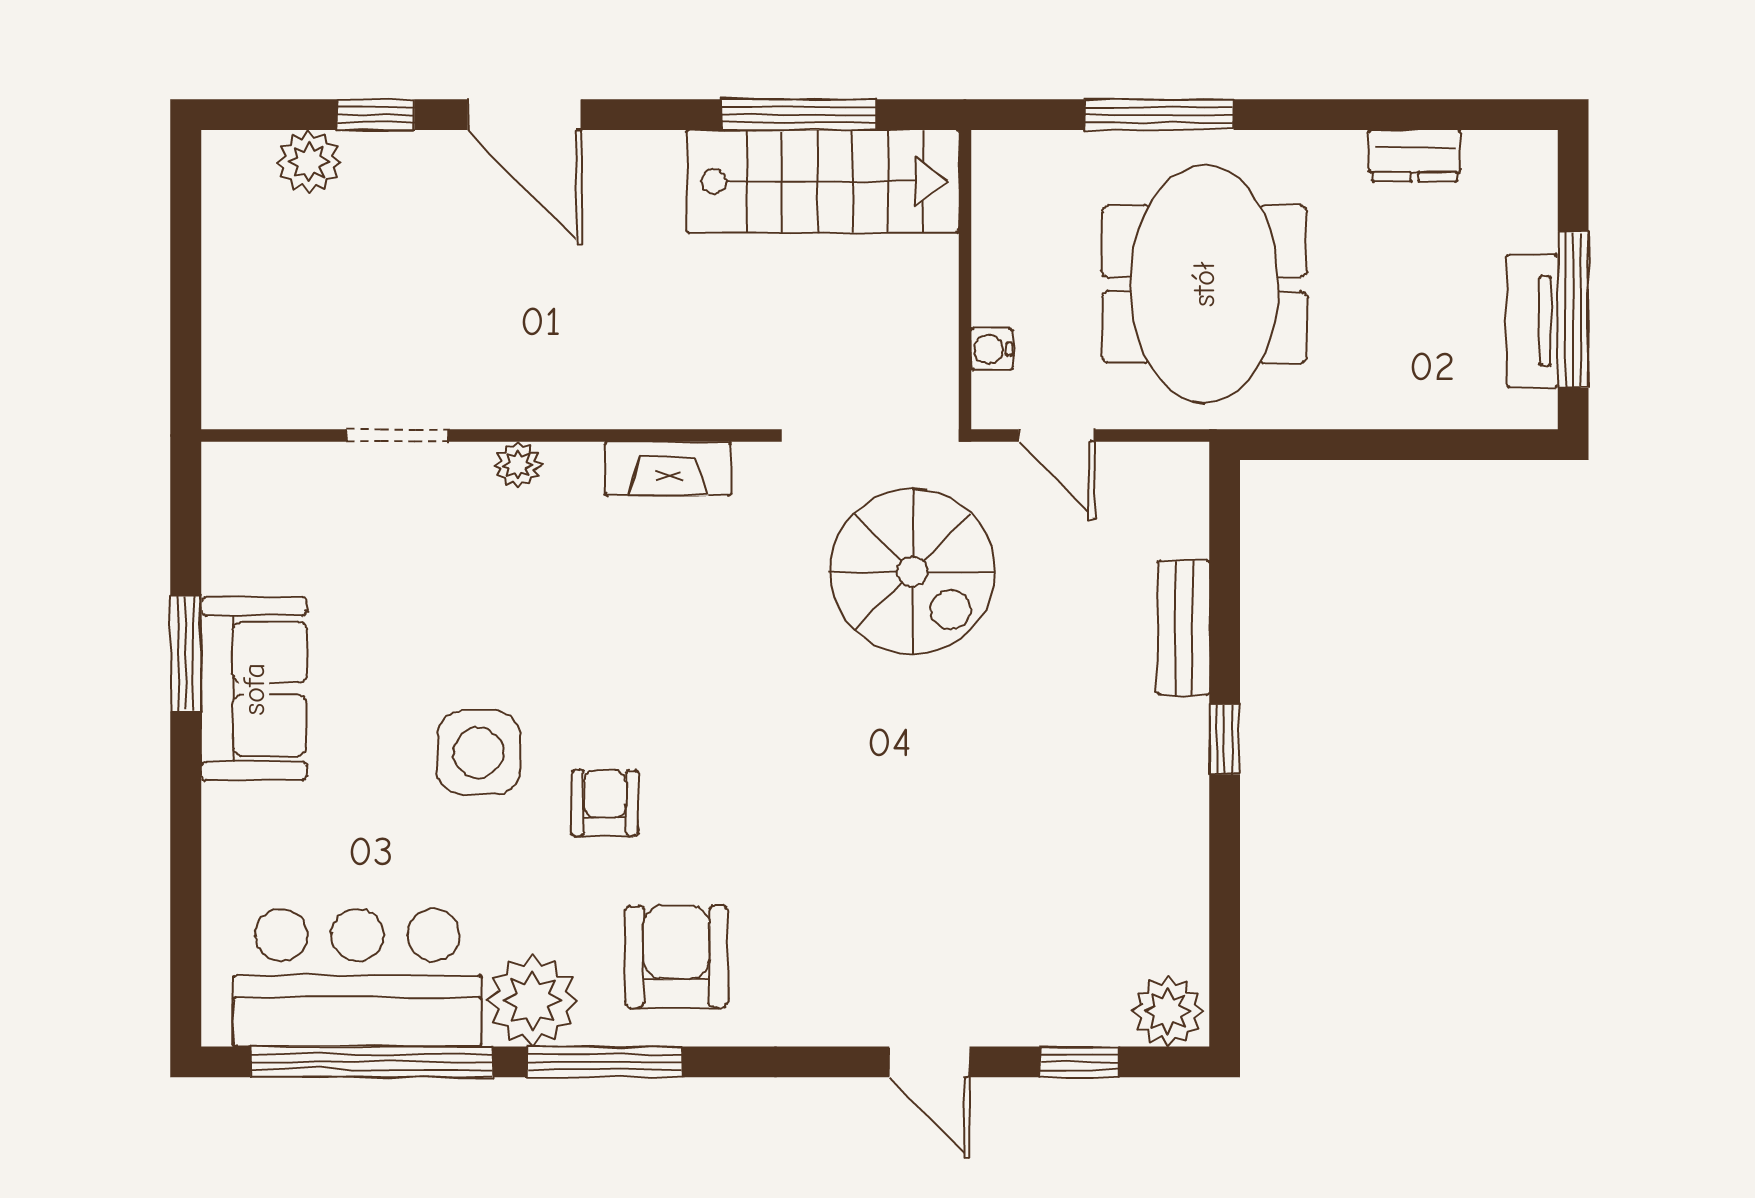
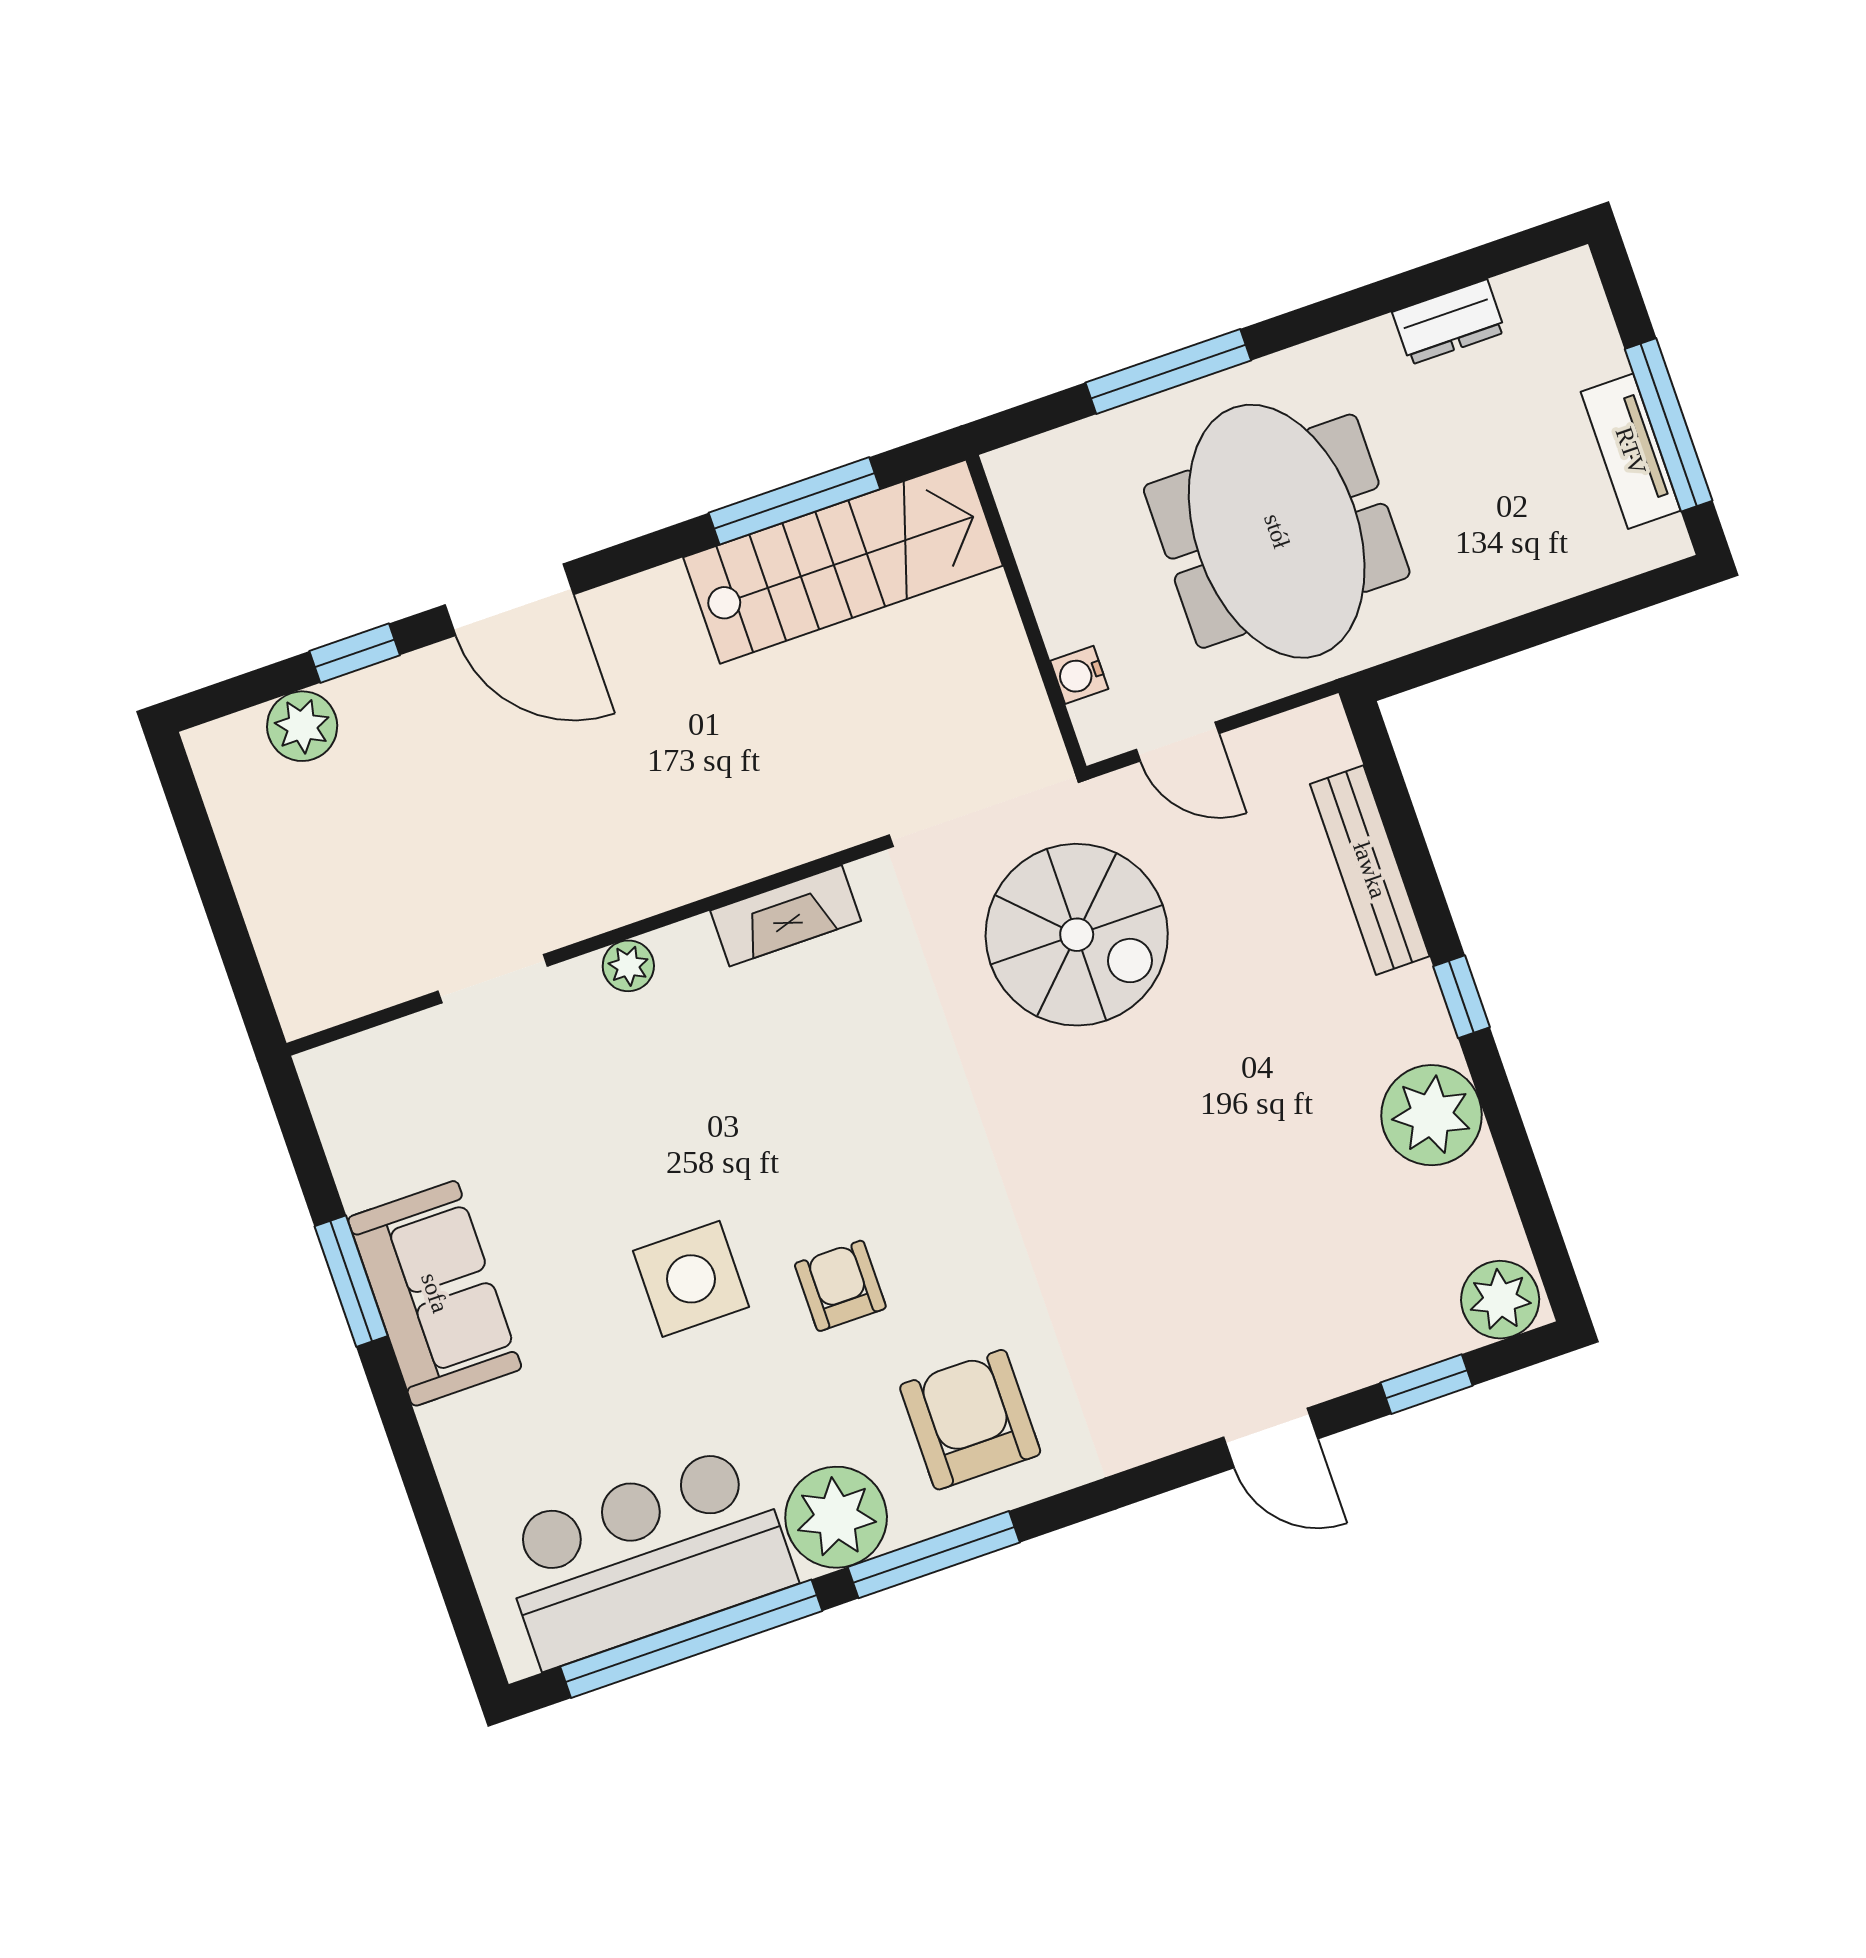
bench: (1184, 628) -> (1370, 870), width x1.36
plant: (1164, 832) -> (1432, 1115), added

